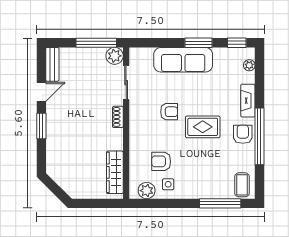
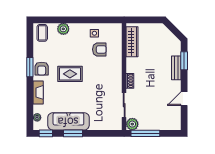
sofa: (183, 60) -> (68, 121), moved
bench: (52, 64) -> (176, 68), moved
armchair: (169, 112) -> (94, 85), removed
window: (41, 126) -> (184, 61), moved
window: (259, 136) -> (30, 67), width x0.47
plant: (147, 191) -> (63, 29), moved
window: (220, 203) -> (58, 20), removed

